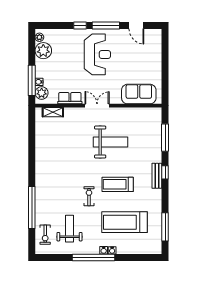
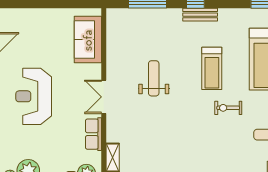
reception desk: (97, 54) -> (34, 96), turned -90
weight bench: (110, 142) -> (154, 78), width x0.73, depth x0.75

